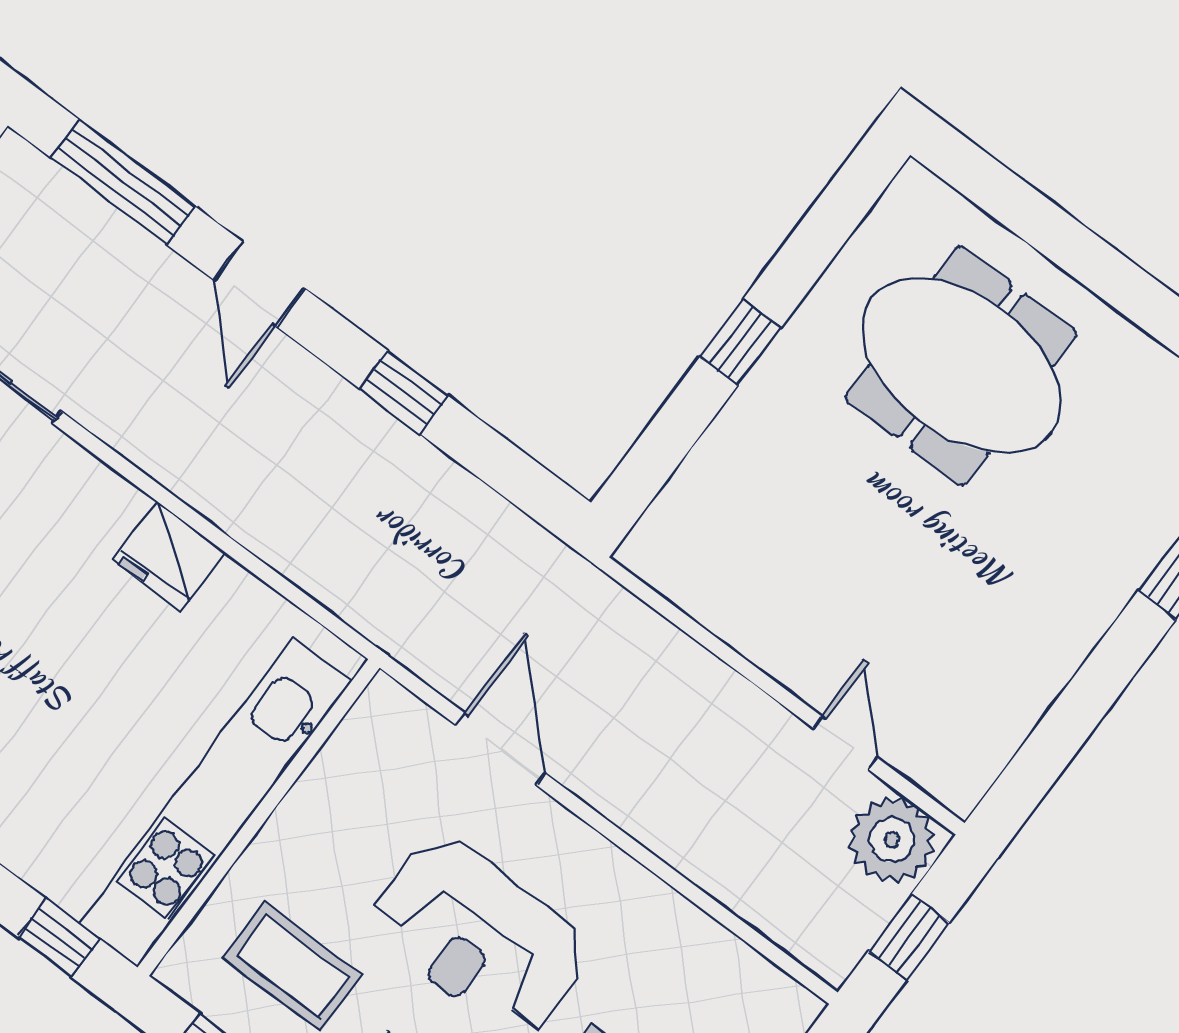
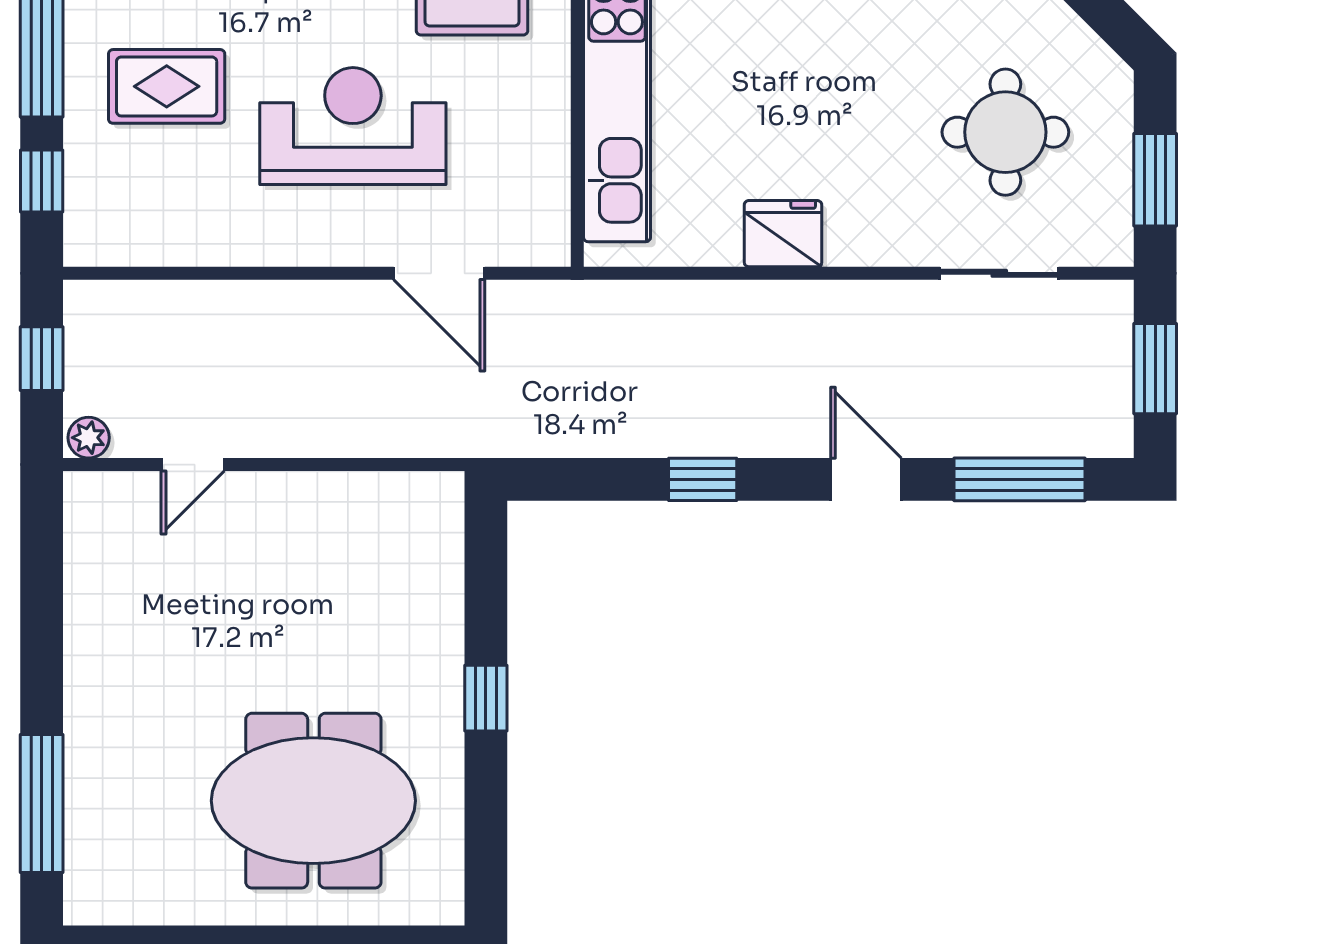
door: (845, 743) -> (193, 465), hinge flipped
plant: (892, 840) -> (89, 438), width x0.53, depth x0.53

